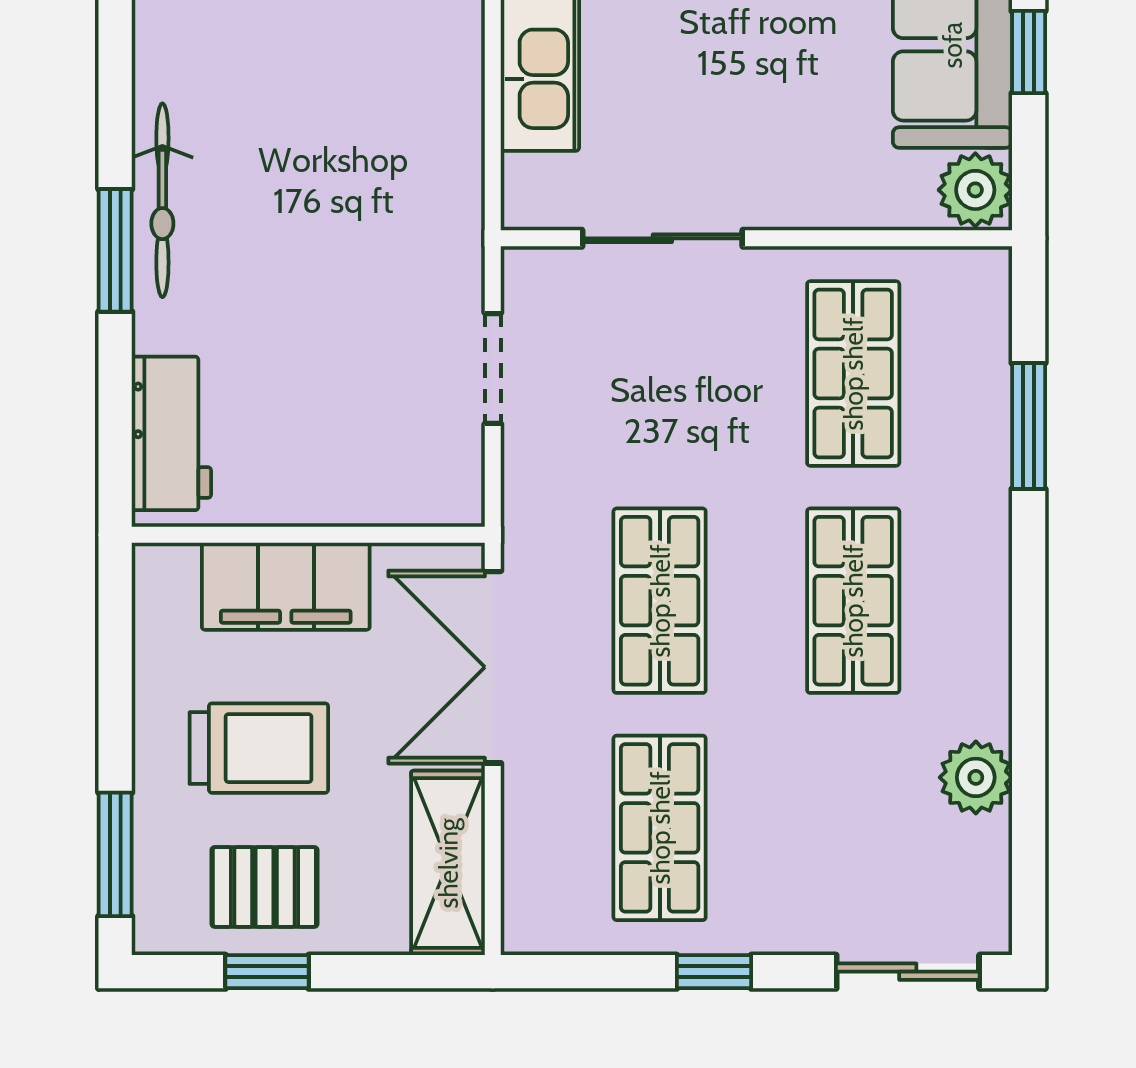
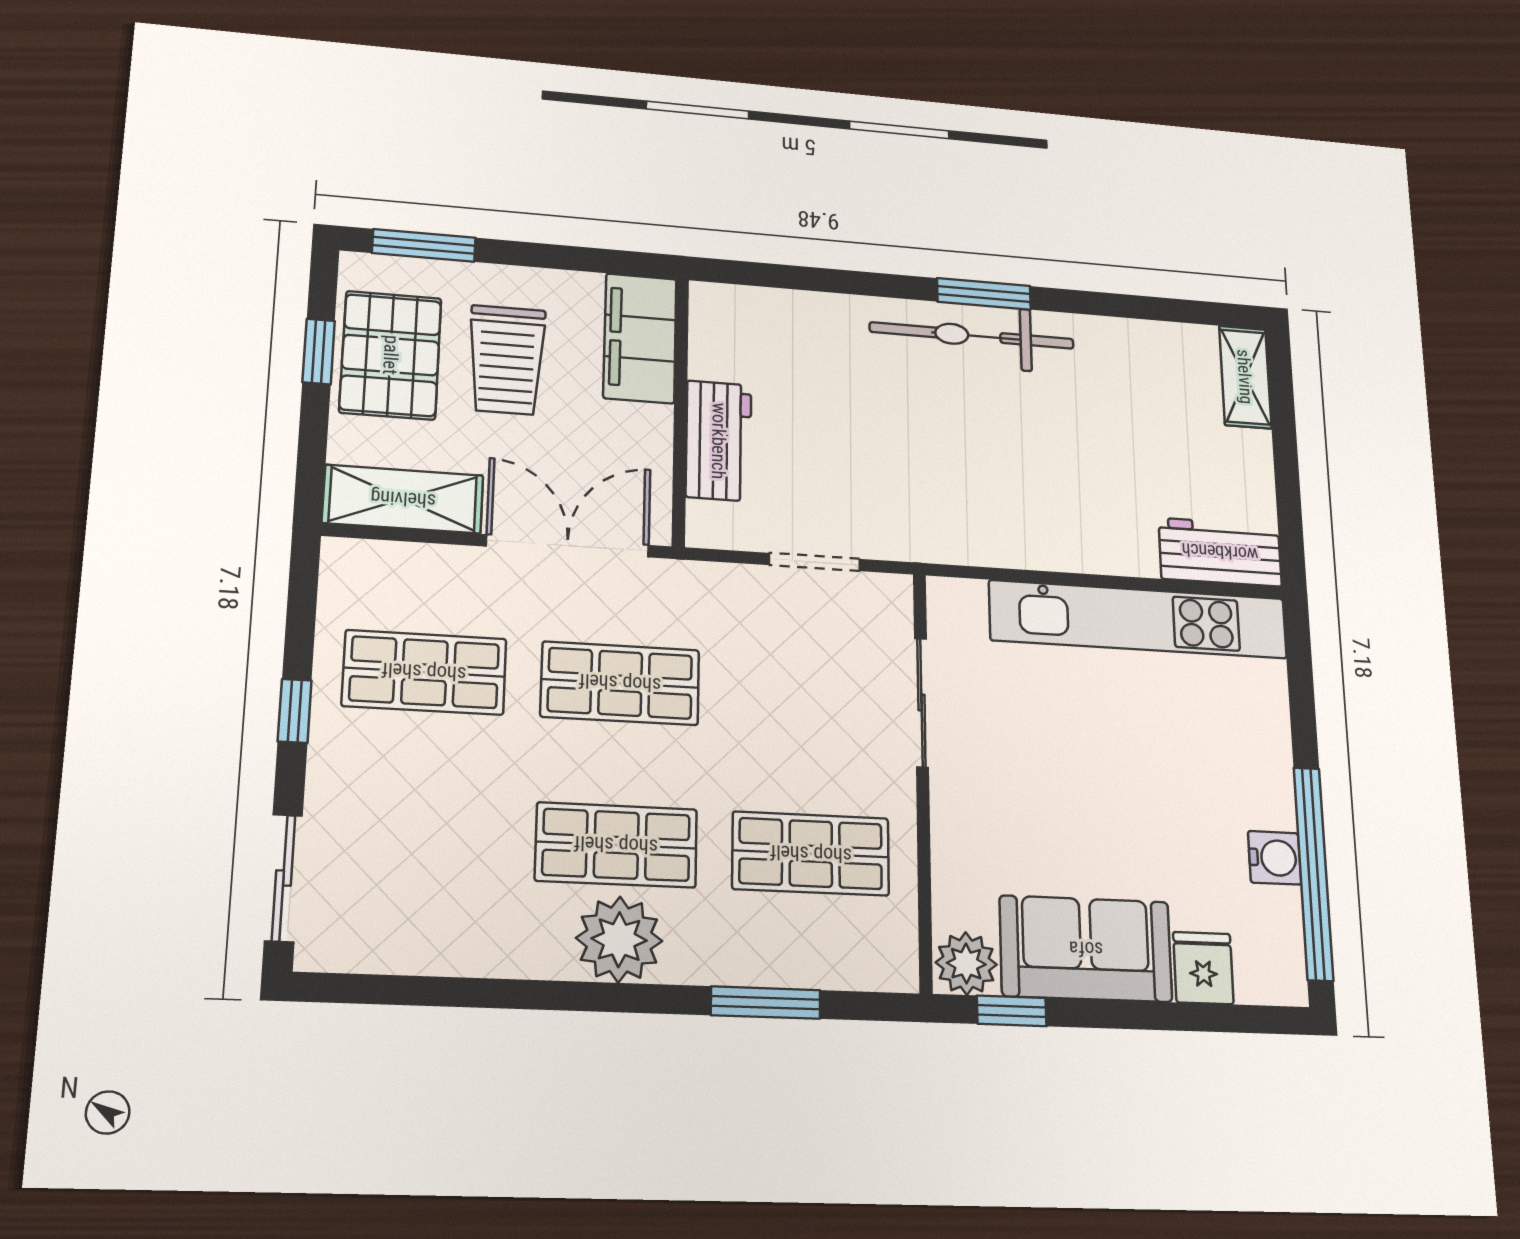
window: (1029, 52) -> (1012, 1011), moved
bicycle: (162, 200) -> (972, 335), width x1.37, depth x1.40
window: (115, 250) -> (984, 294), moved
workbench: (171, 433) -> (719, 441), moved, turned -90
filing cabinet: (286, 586) -> (640, 338), moved
plant: (976, 777) -> (619, 940), moved, width x1.36, depth x1.36
pallet: (264, 887) -> (391, 355), width x1.50, depth x1.42

